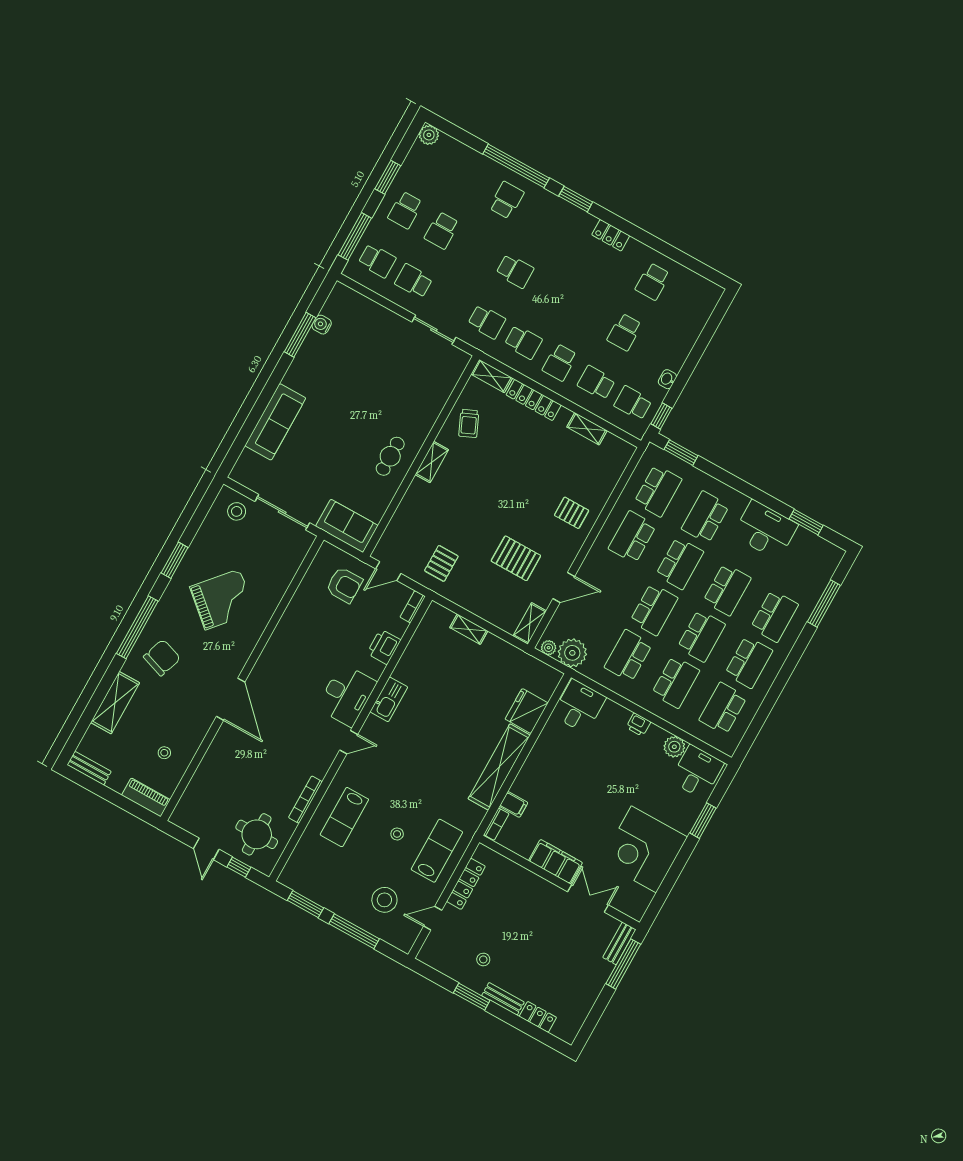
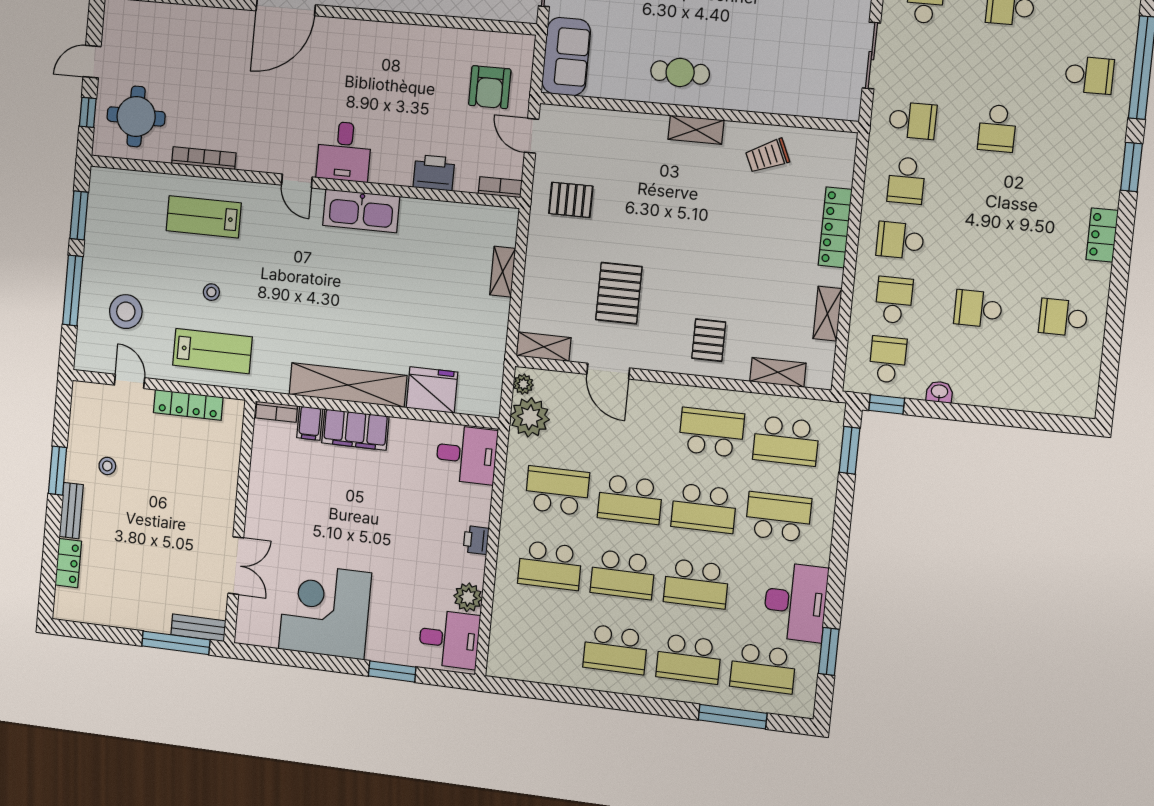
school desk: (487, 322) -> (913, 120), turned -90
shelving: (492, 376) -> (778, 372), moved, turned 90
desk: (347, 695) -> (344, 151), width x0.73
kitchen sink: (389, 699) -> (361, 211), width x1.36, depth x1.24
school desk: (723, 708) -> (763, 668), moved, turned 180
filing cabinet: (555, 862) -> (355, 430), moved, turned 90

